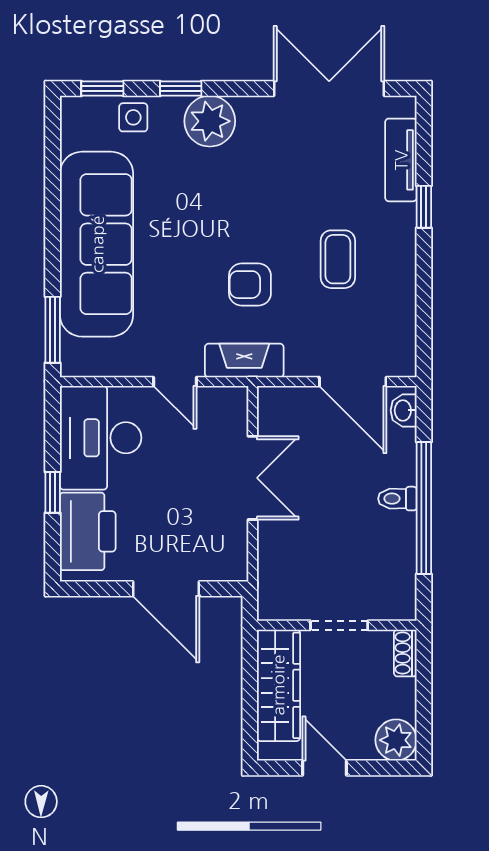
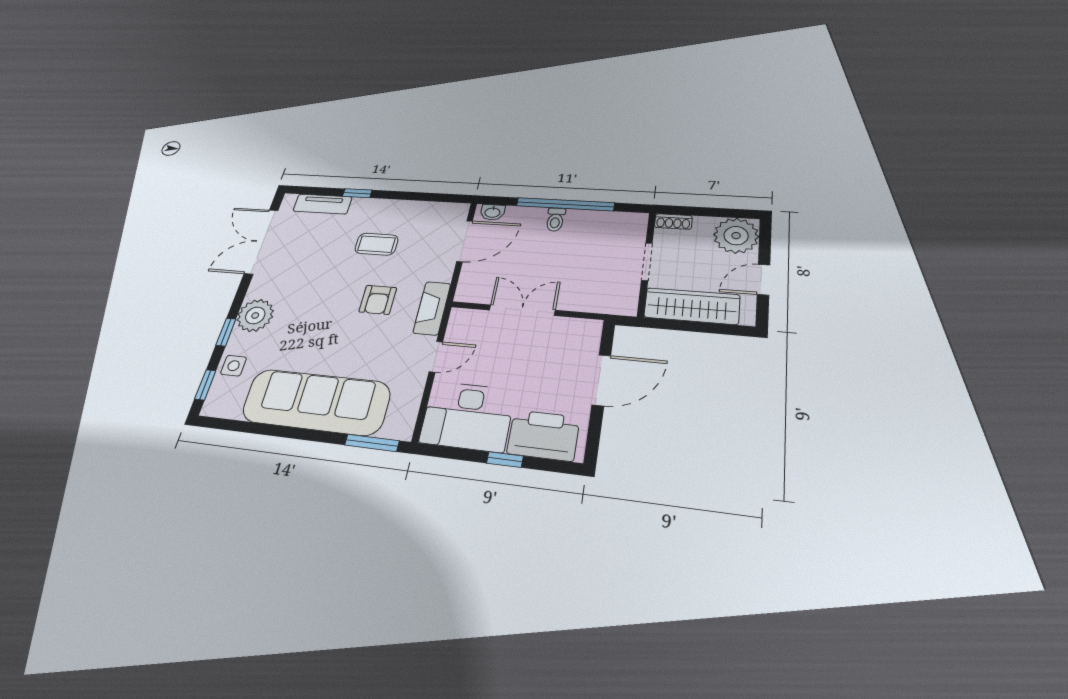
plant: (396, 740) -> (736, 236), width x1.36, depth x1.36

